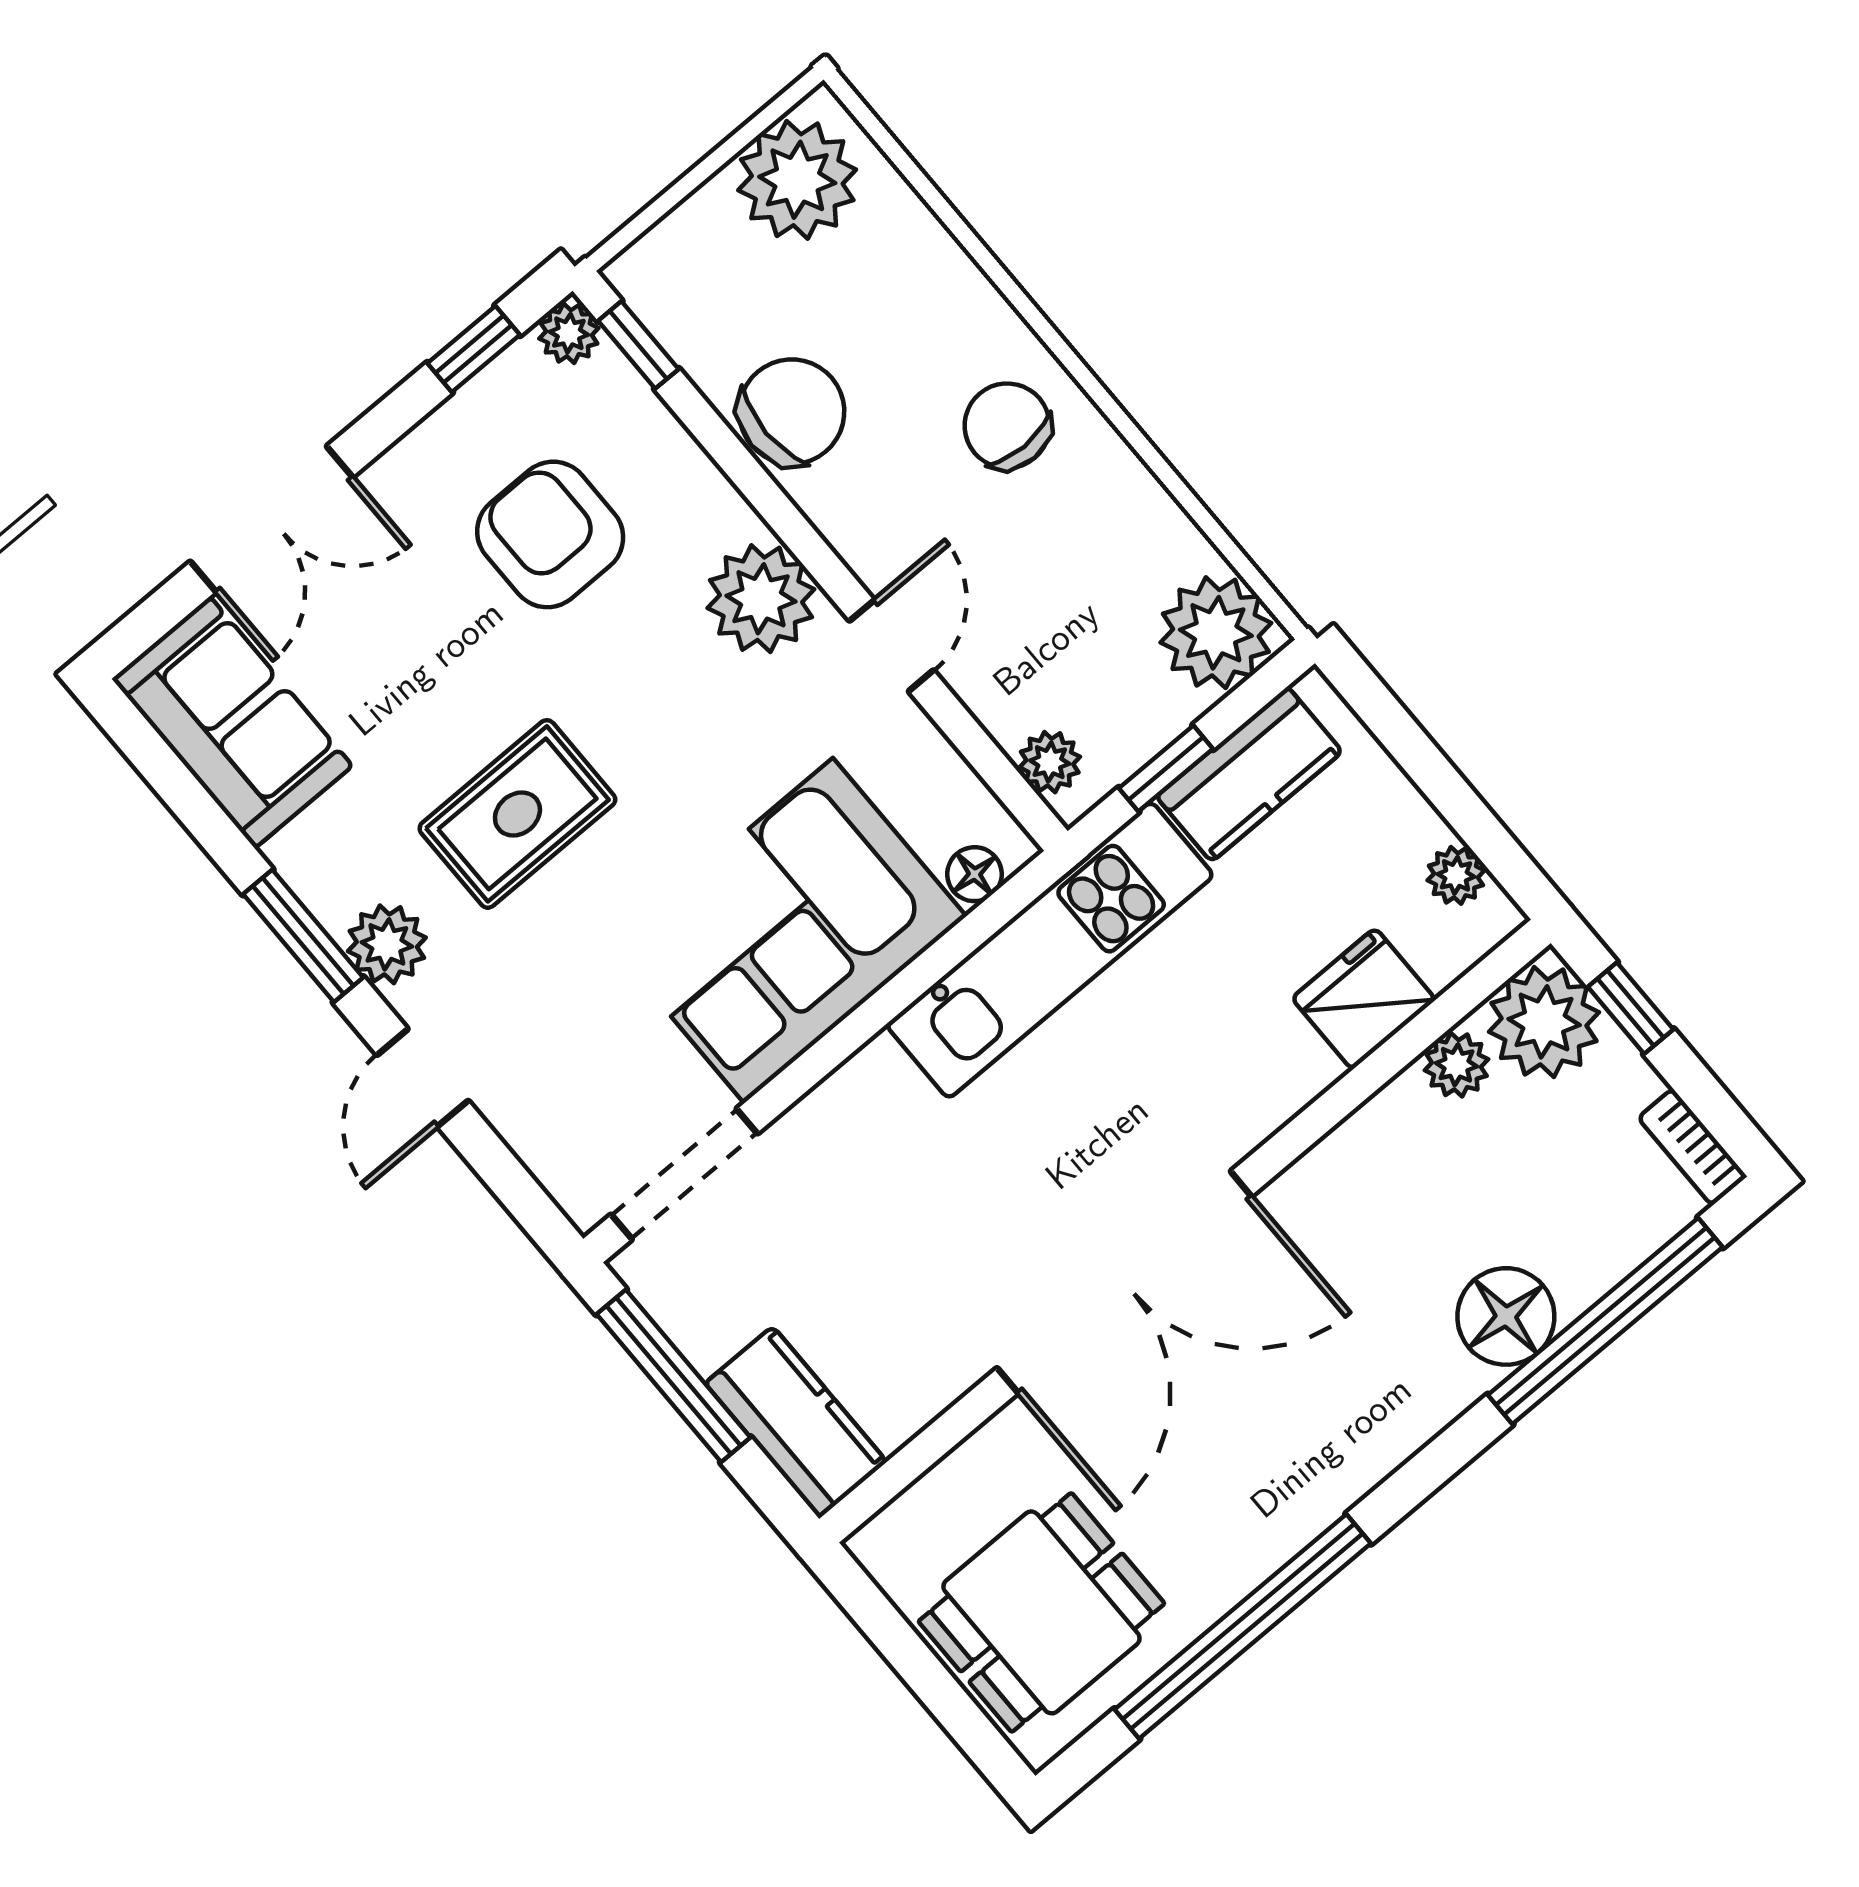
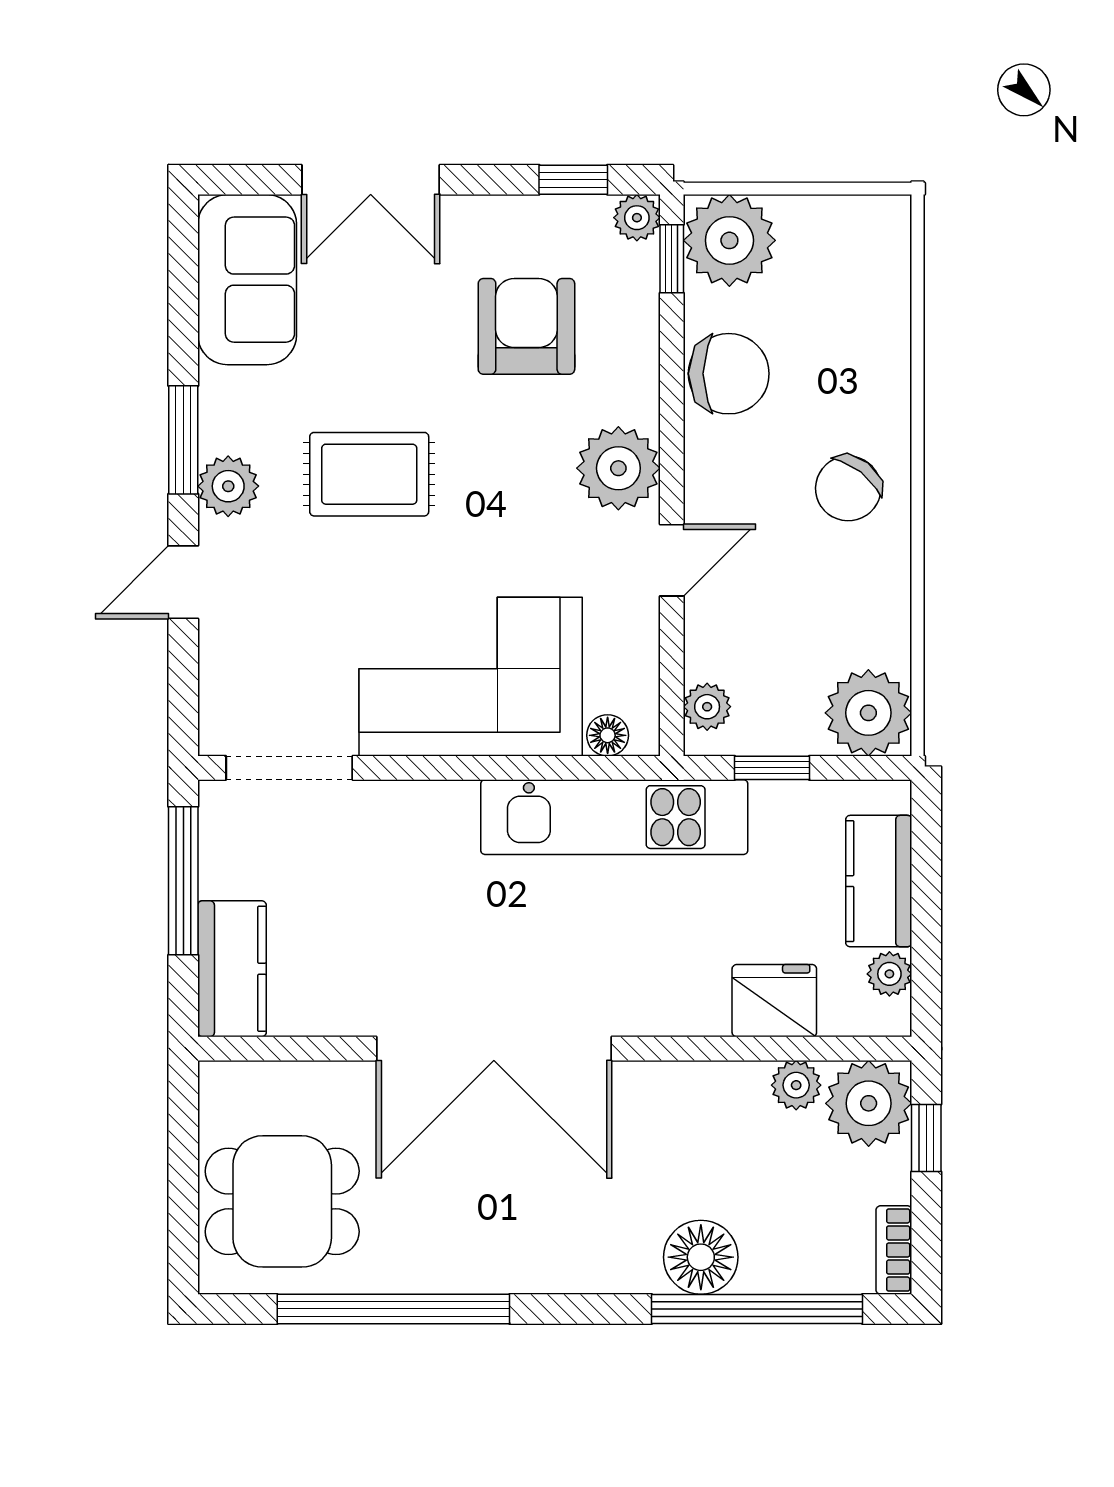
plant: (797, 180) -> (729, 240), moved
chair: (1007, 426) -> (848, 488), turned -142
kitchen counter: (1249, 774) -> (879, 881), moved, turned 90

